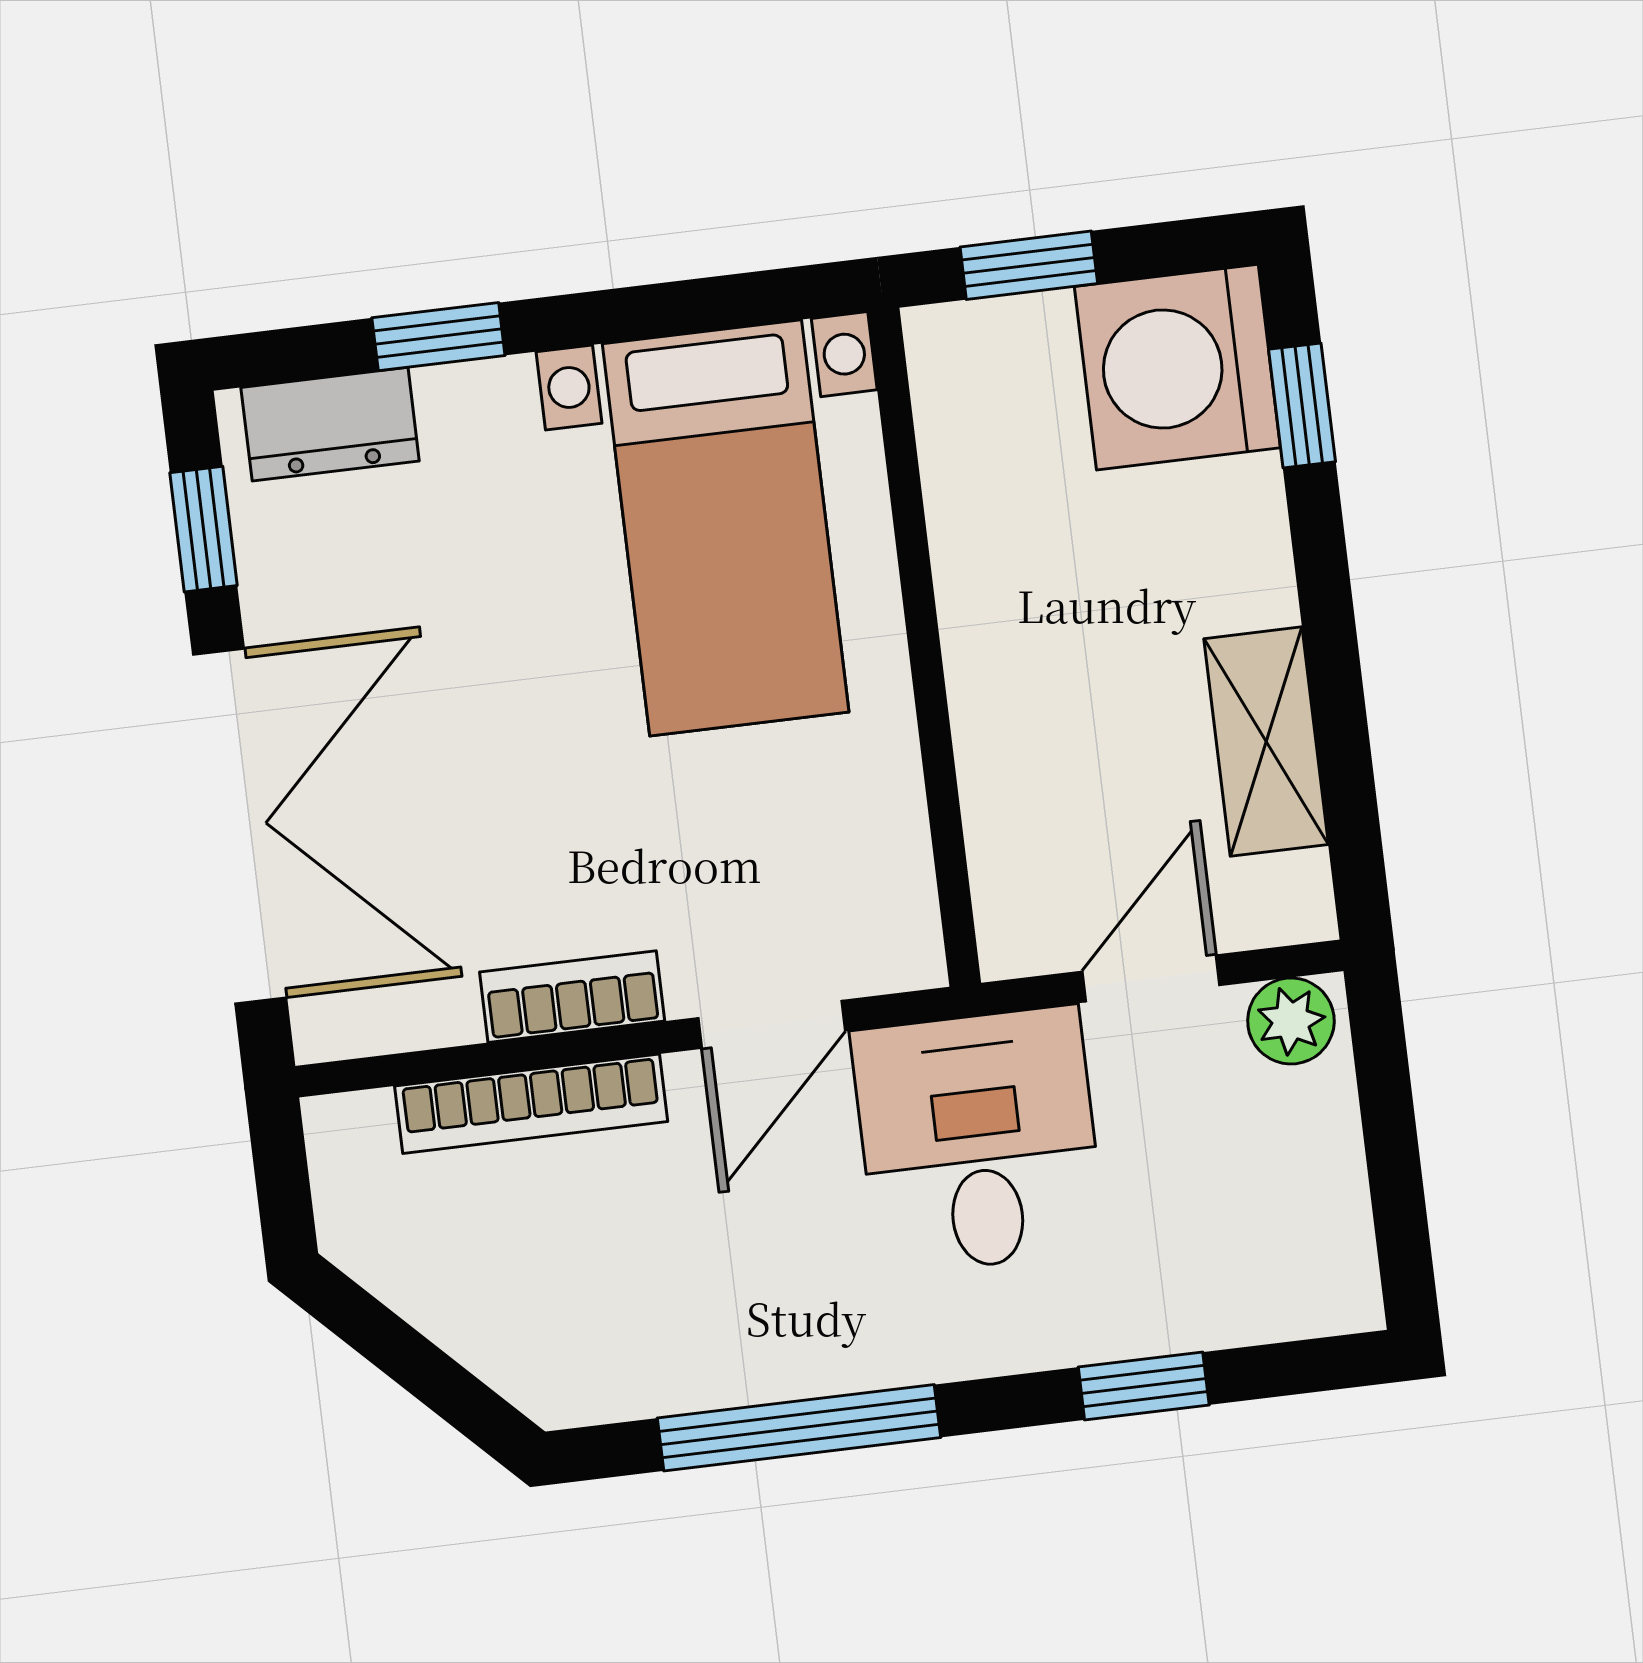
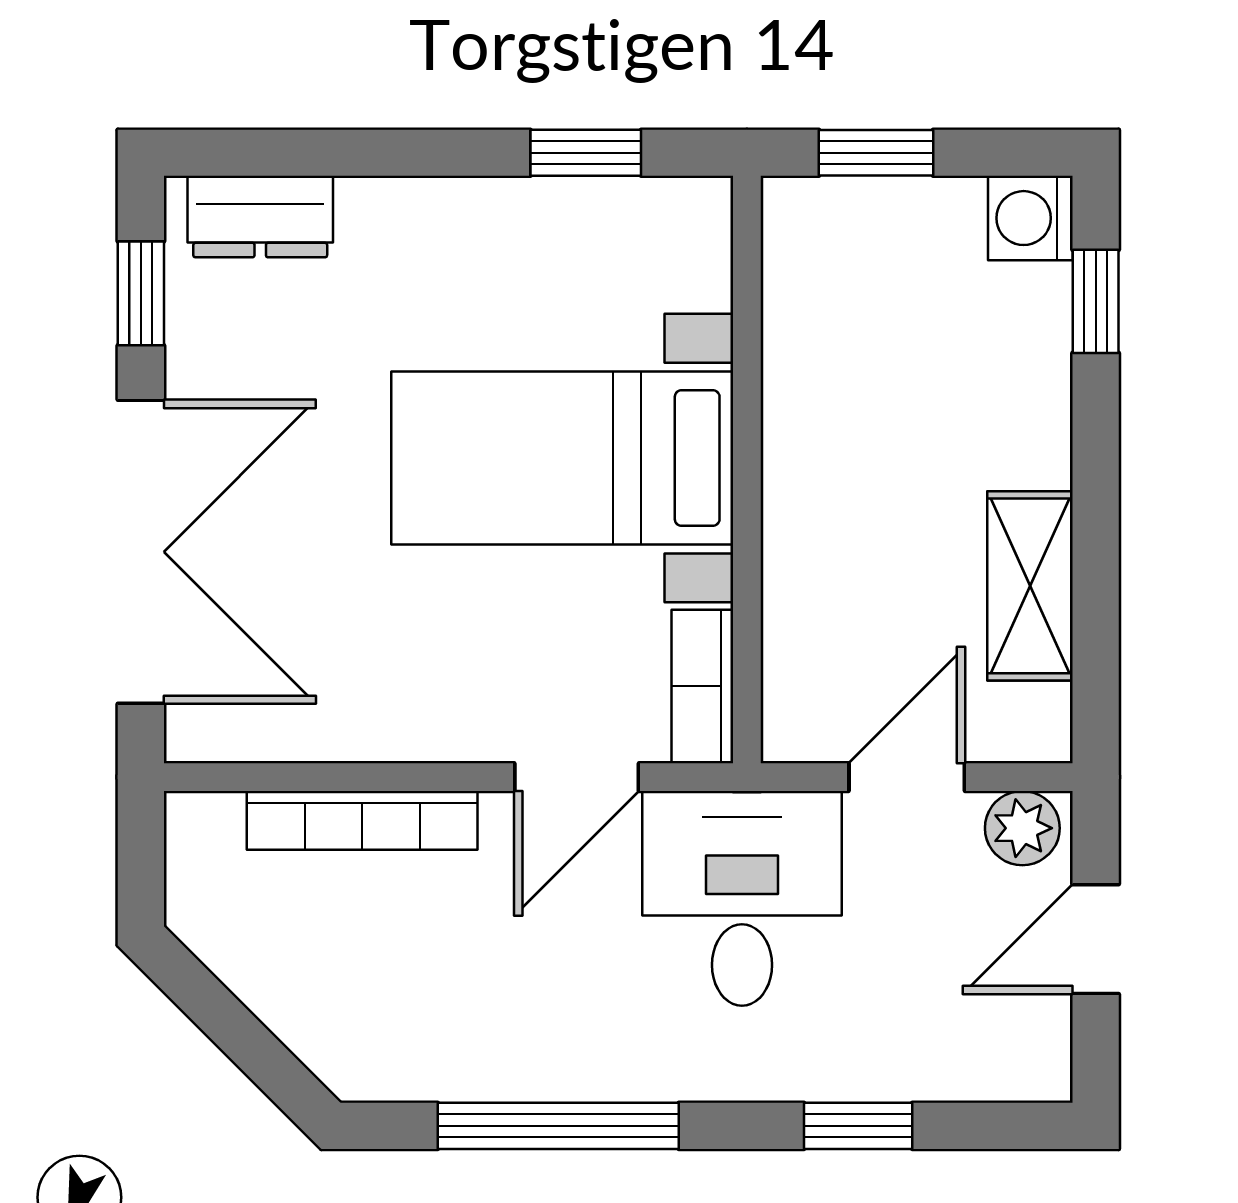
window: (438, 337) -> (586, 153), moved
washing machine: (1177, 367) -> (1030, 218), width x0.53, depth x0.53
bed with nightstands: (726, 528) -> (562, 458), moved, turned 90
bookcase: (572, 997) -> (702, 686), moved, turned -90
door: (1391, 1138) -> (1096, 939), added

